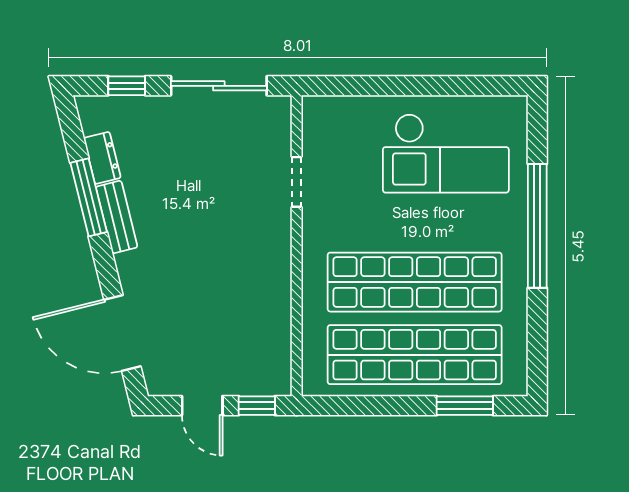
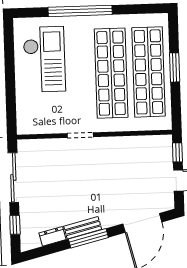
doorway: (297, 182) -> (80, 135), moved
window: (89, 197) -> (88, 238), moved
window: (465, 406) -> (175, 67), moved

